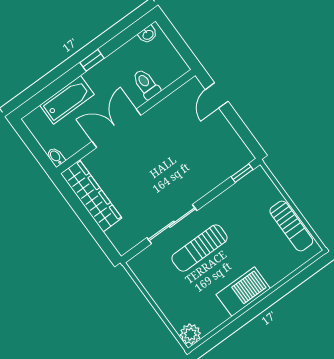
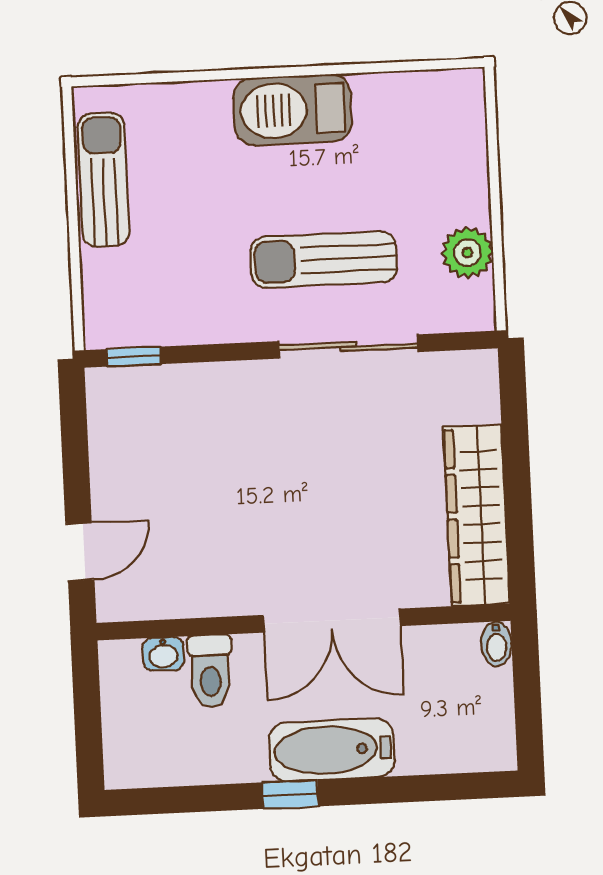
washbasin: (148, 35) -> (163, 654), moved, turned 180
bathtub: (67, 100) -> (332, 750), moved
sun lounger: (199, 248) -> (324, 260), turned 180
plant: (190, 334) -> (467, 253), moved

